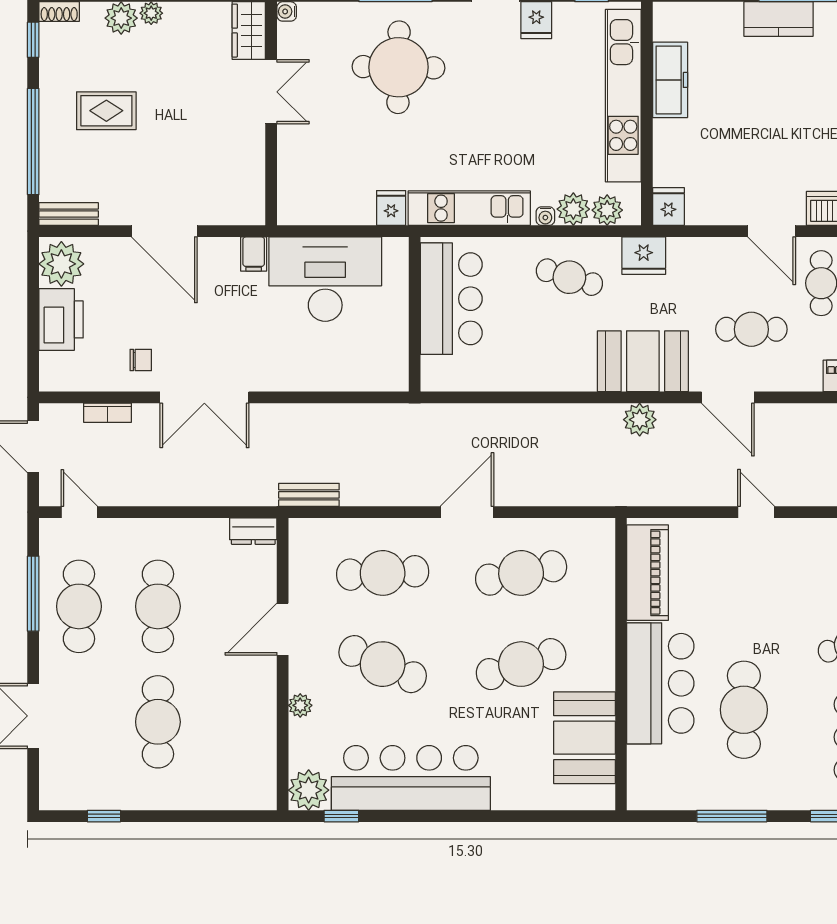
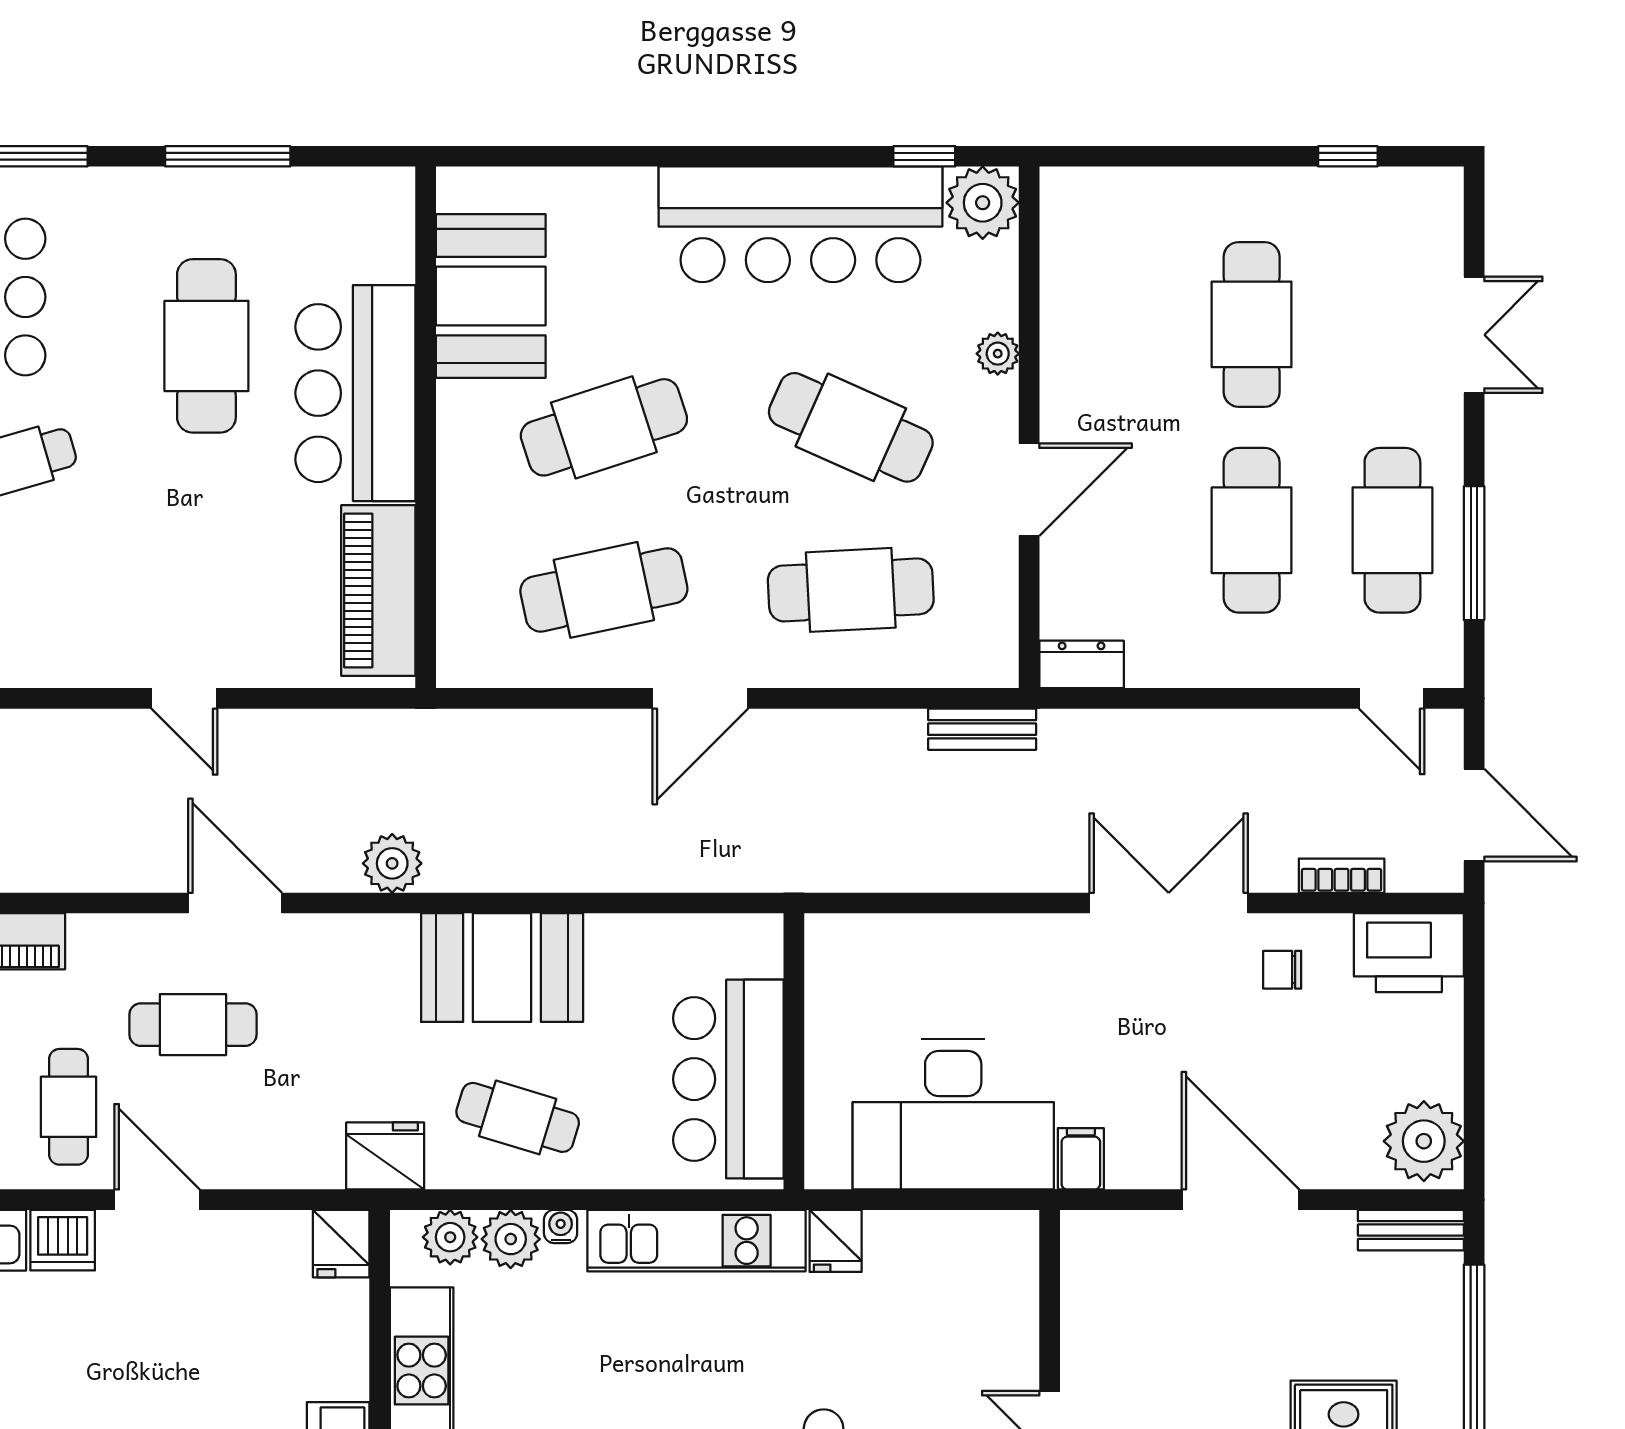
printer: (61, 319) -> (1409, 953), moved, turned -90
booth: (643, 361) -> (502, 968), moved

